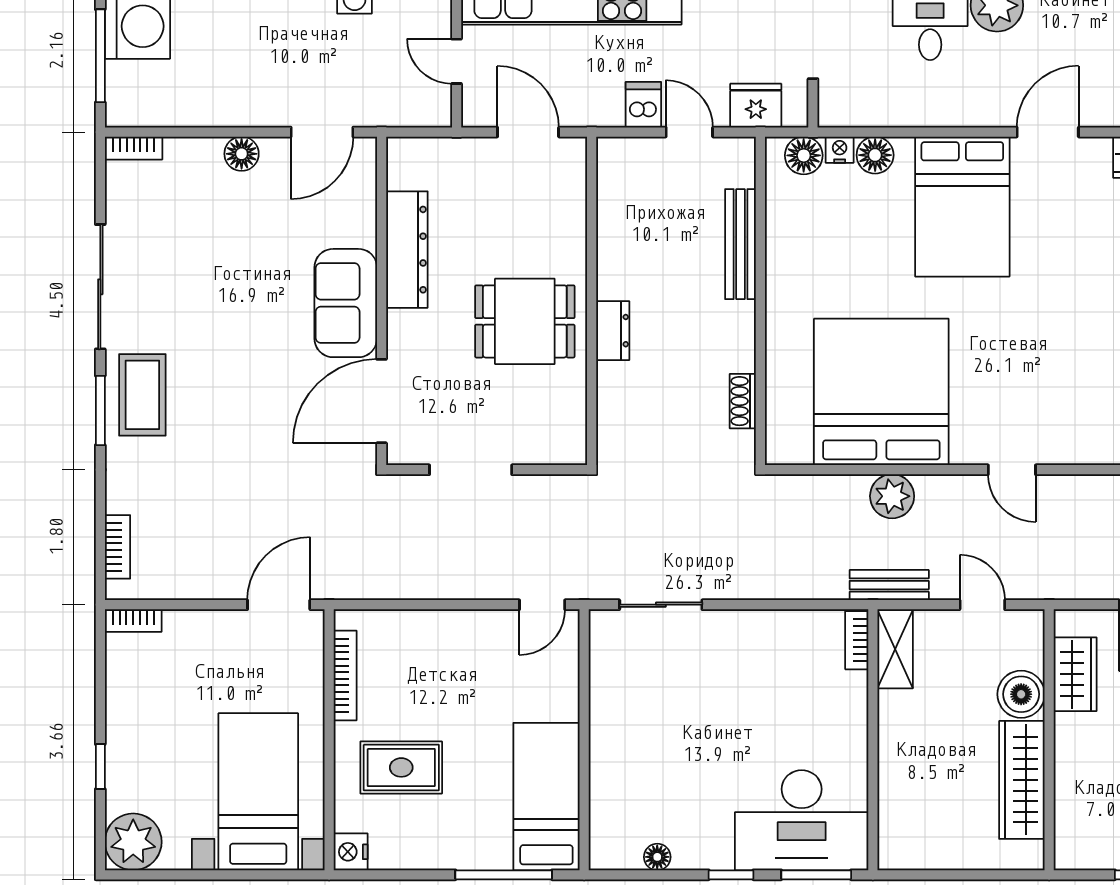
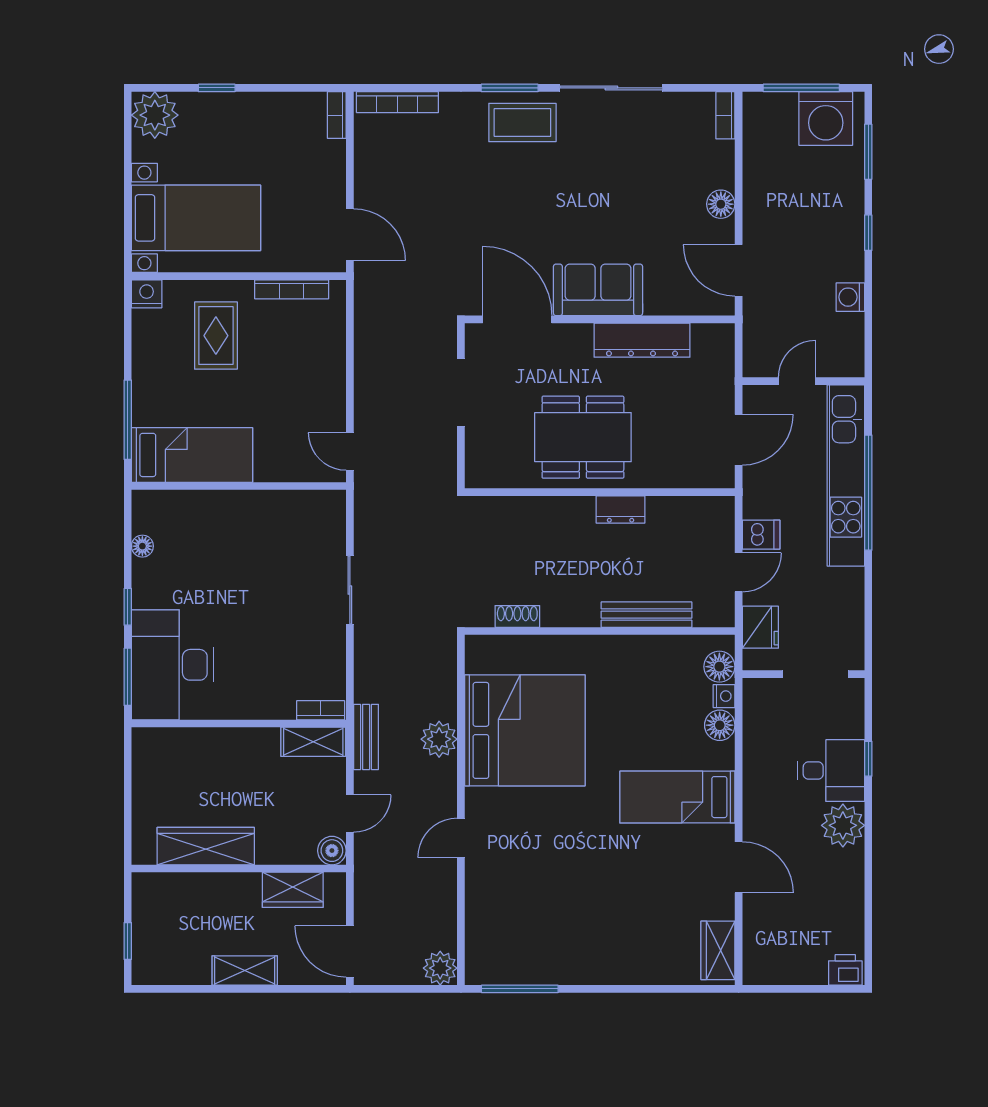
bed: (962, 207) -> (677, 797), width x0.67
dining table: (525, 321) -> (583, 437), width x1.38
dresser: (613, 331) -> (621, 509), moved
bookcase: (118, 547) -> (397, 102), width x1.56
sliding door: (661, 605) -> (350, 590), moved
boiler: (1021, 694) -> (332, 851), moved, width x0.73, depth x0.73

